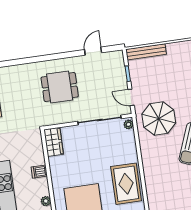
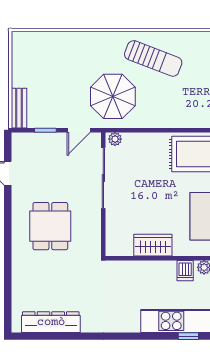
bench: (146, 52) -> (19, 108), width x0.73
wardrobe: (54, 142) -> (153, 245), moved
dishwasher: (39, 172) -> (185, 271), moved

